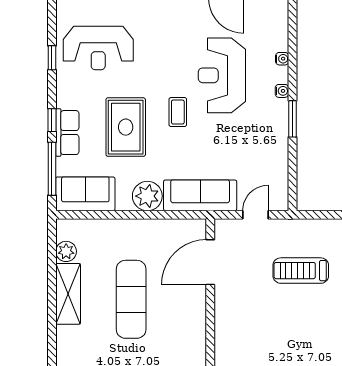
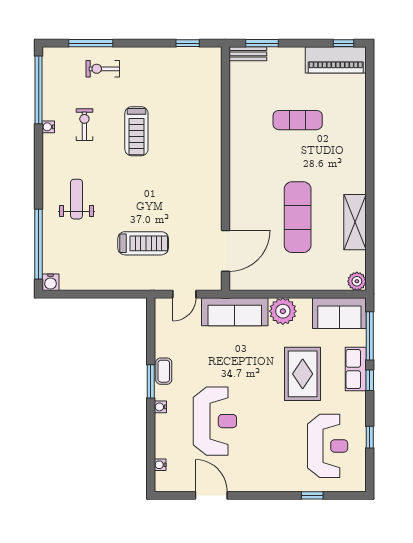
reception desk: (98, 48) -> (328, 446), turned 90
water cooler: (282, 59) -> (160, 465), moved
coffee table: (178, 112) -> (164, 371), moved
plant: (66, 251) -> (357, 281), moved

